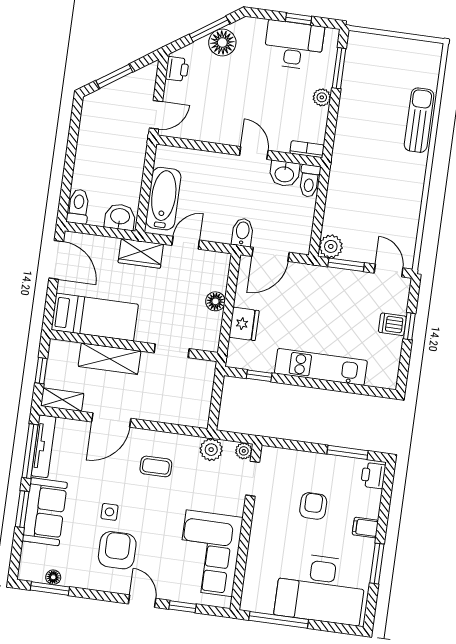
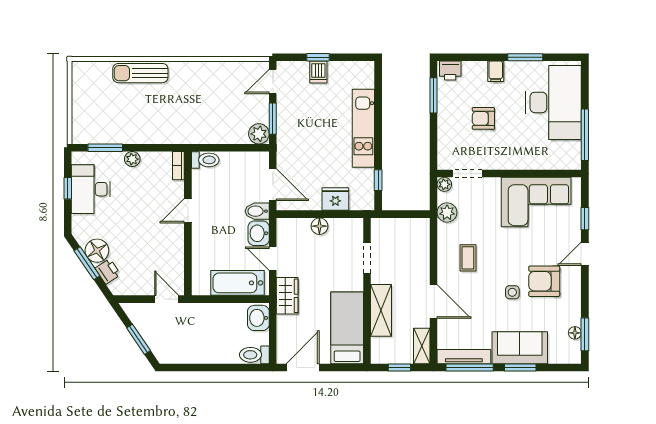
printer: (177, 69) -> (108, 271), moved, turned 56
washbasin: (284, 174) -> (259, 233), moved, turned 180

